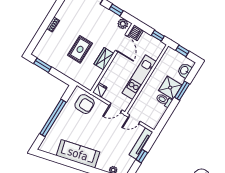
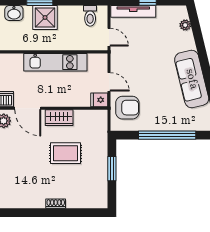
door: (121, 43) -> (28, 108), swing flipped
window: (43, 65) -> (112, 169), moved
toilet: (164, 100) -> (90, 16), moved
armchair: (85, 104) -> (127, 108), turned 90
door: (116, 108) -> (109, 82), moved

